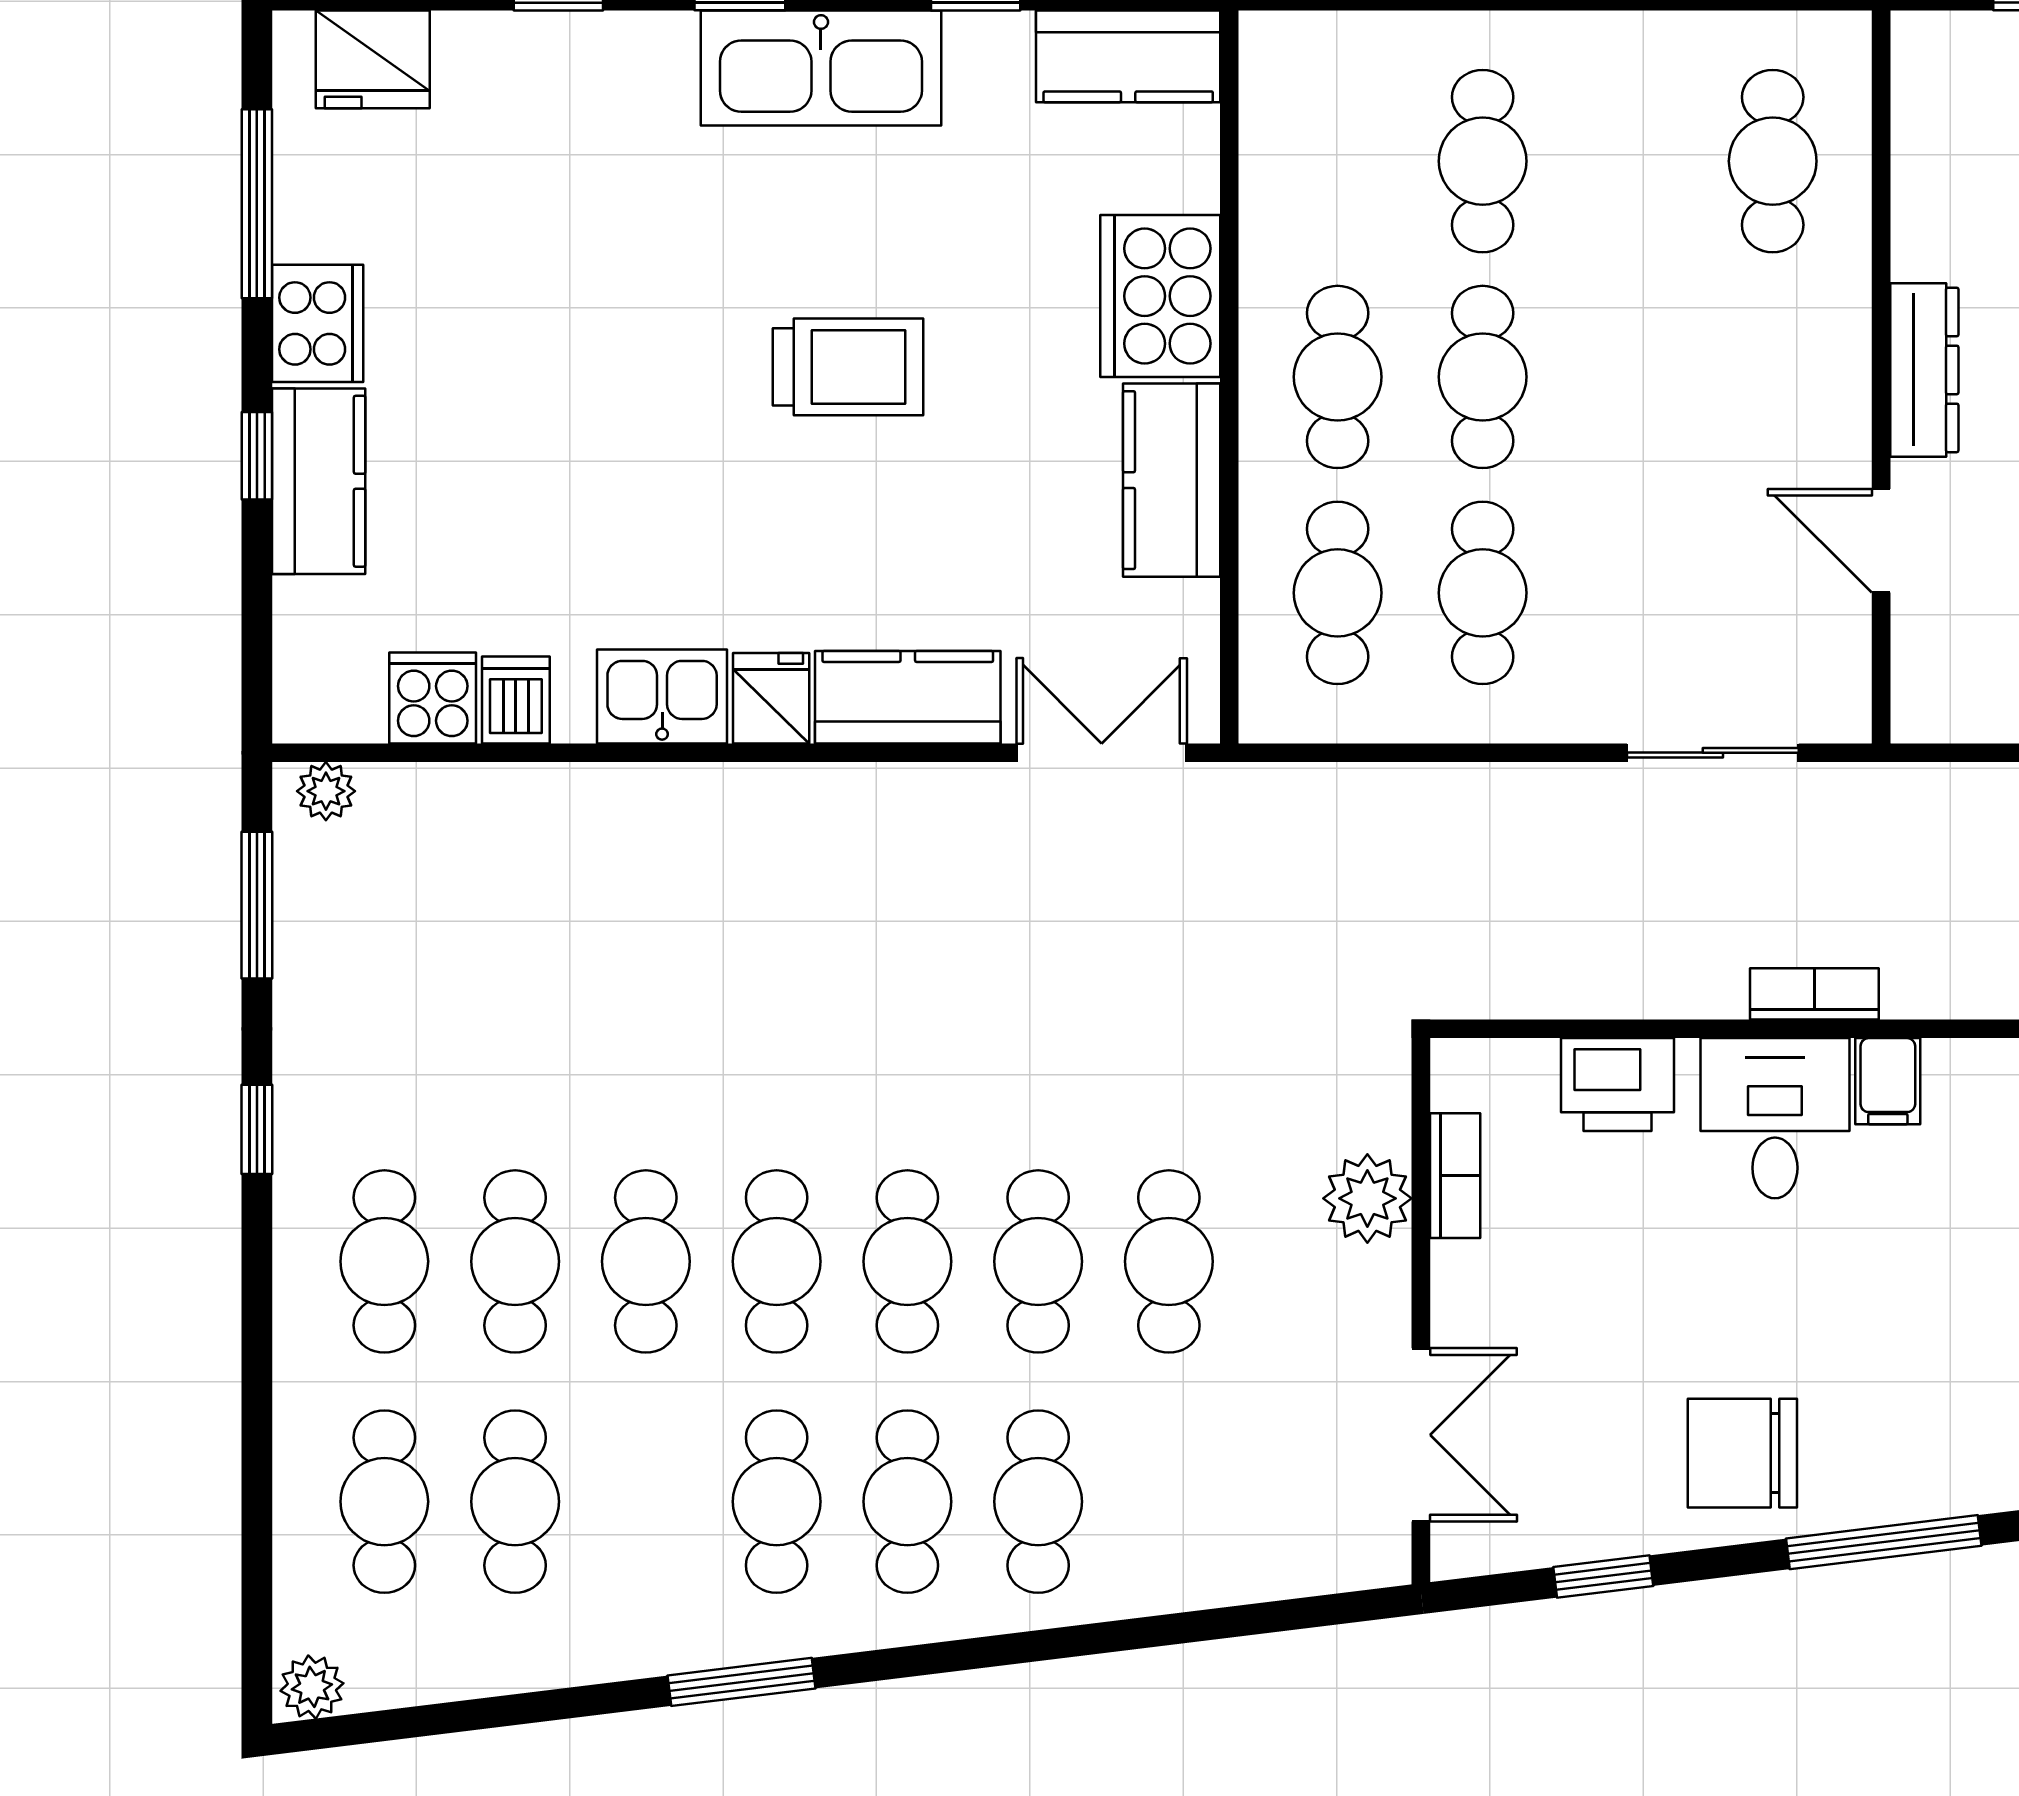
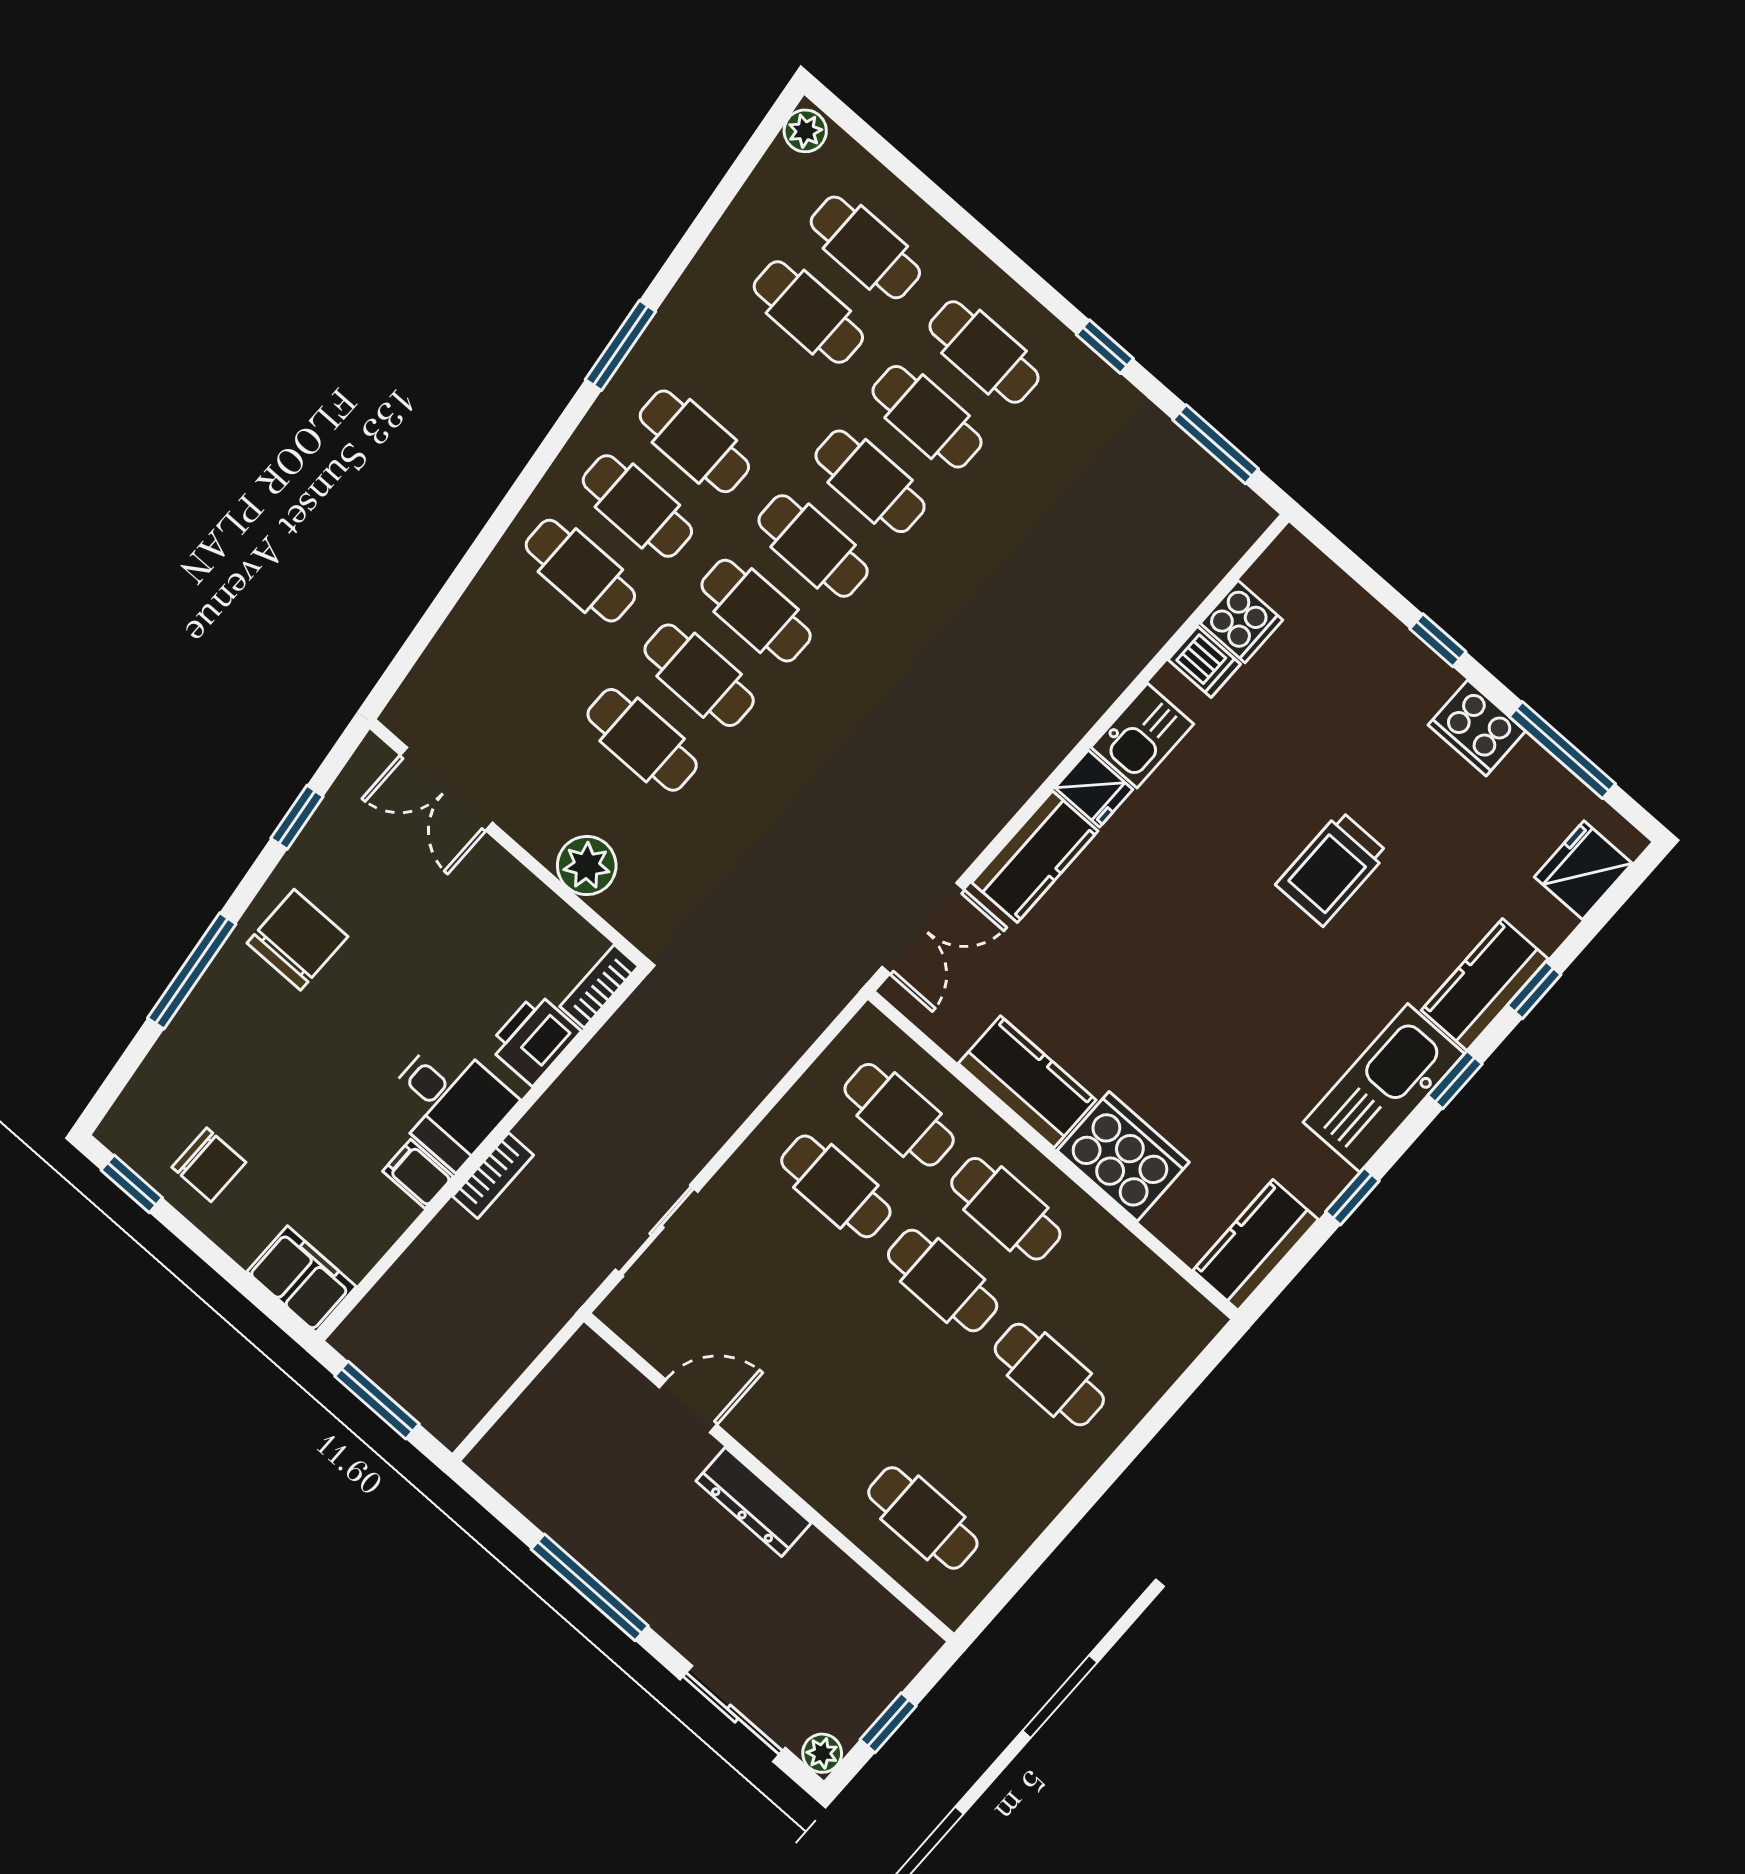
trolley: (848, 367) -> (1332, 869), moved
kitchen counter: (319, 481) -> (1485, 985), moved, turned 90
plant: (326, 791) -> (1242, 528), removed
bookcase: (1455, 1176) -> (599, 986), moved, turned 90

